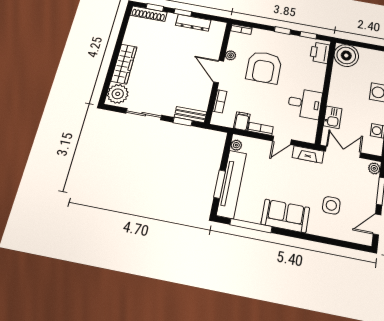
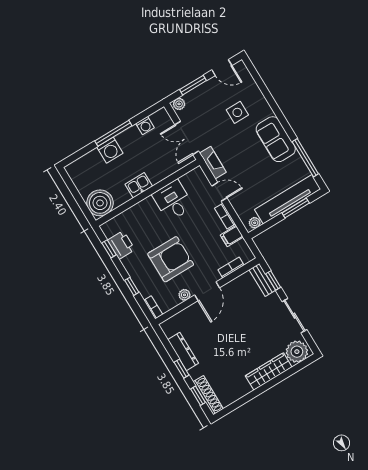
window: (283, 31) -> (132, 286), moved
printer: (320, 53) -> (121, 245), moved, turned -90
kitchen sink: (333, 117) -> (139, 185), moved

